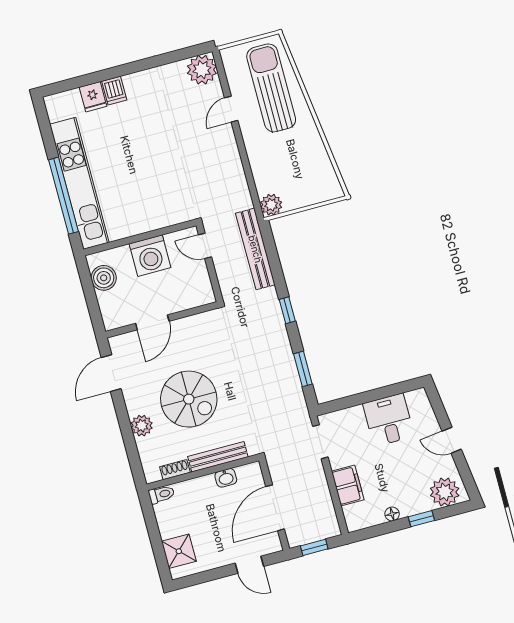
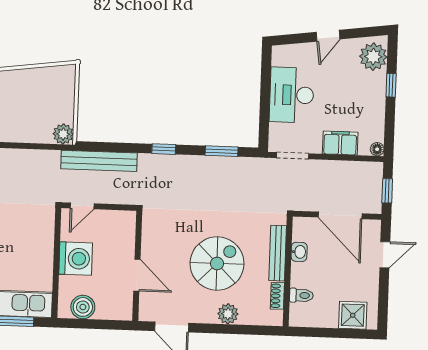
desk: (389, 420) -> (292, 95), width x1.37
toilet: (161, 494) -> (301, 295), moved, turned 90
floor lamp: (392, 514) -> (377, 149), moved

